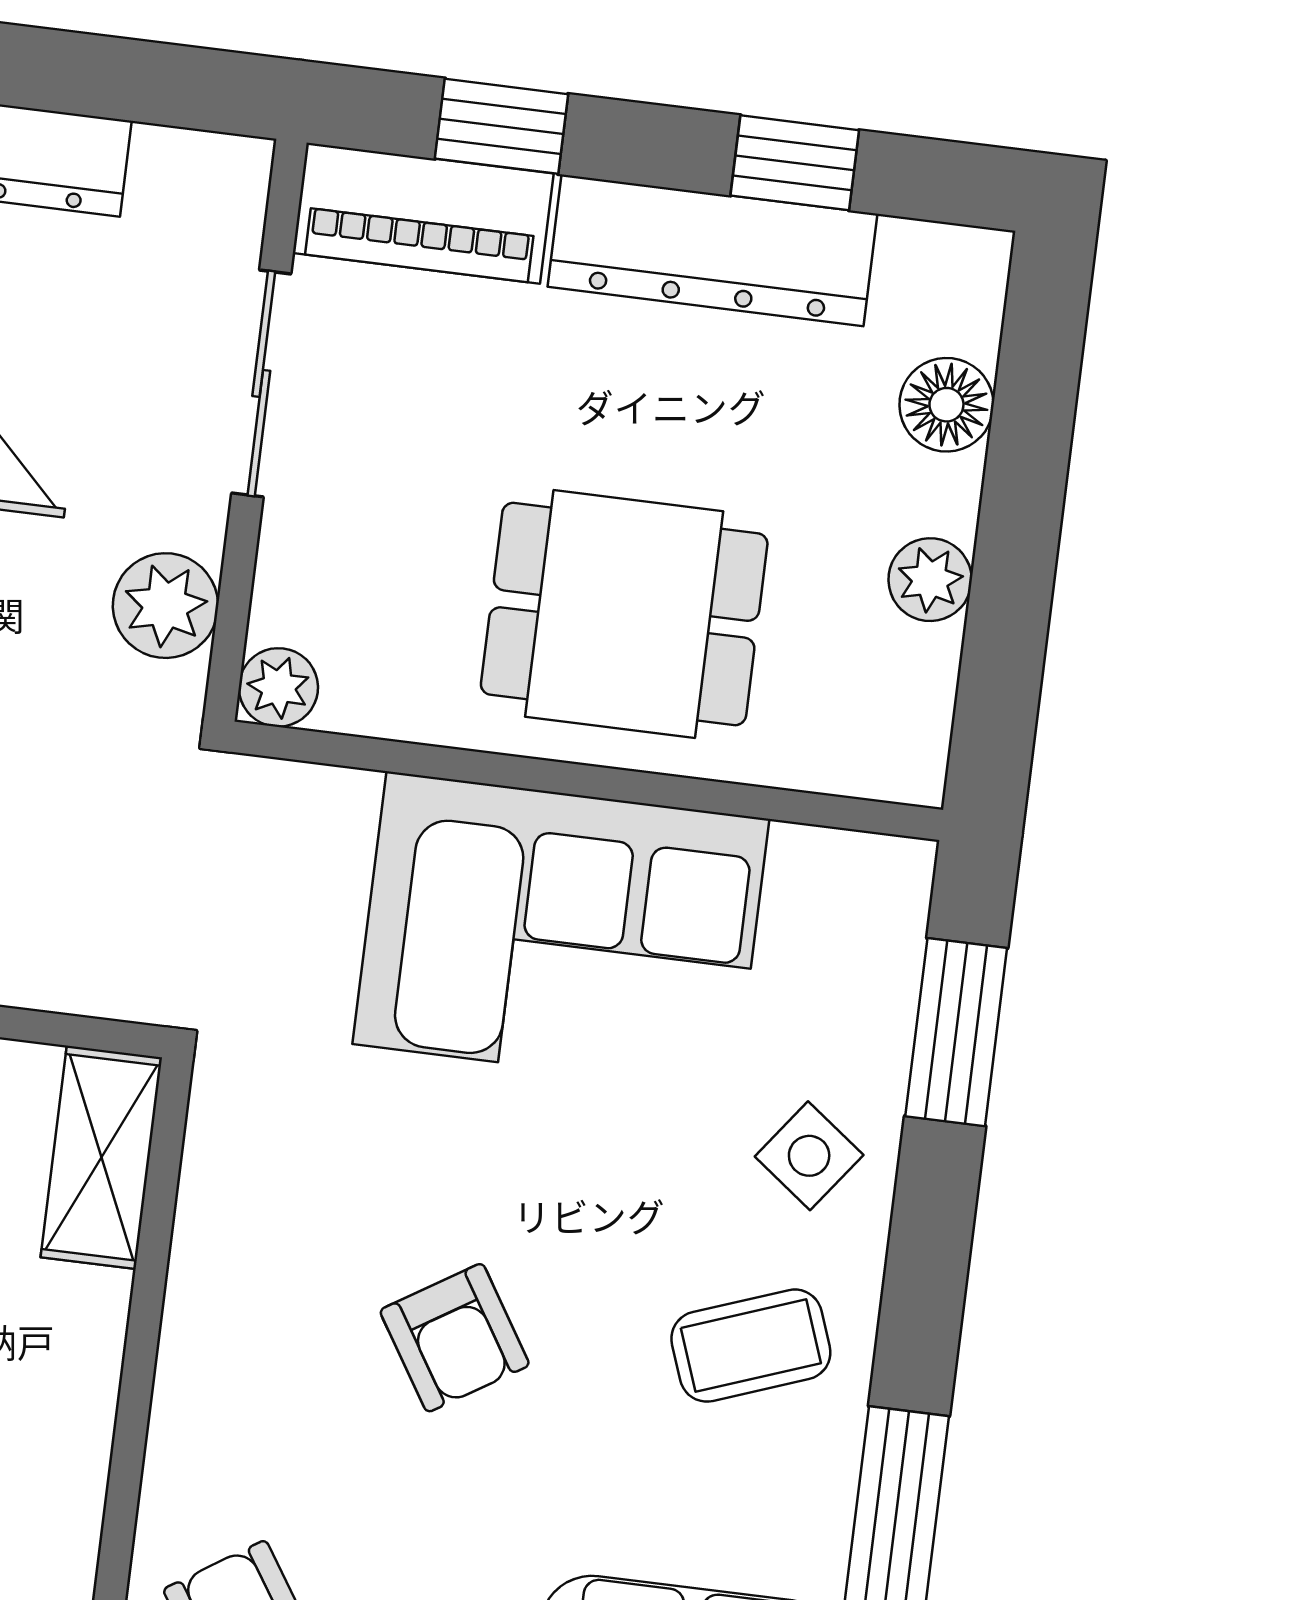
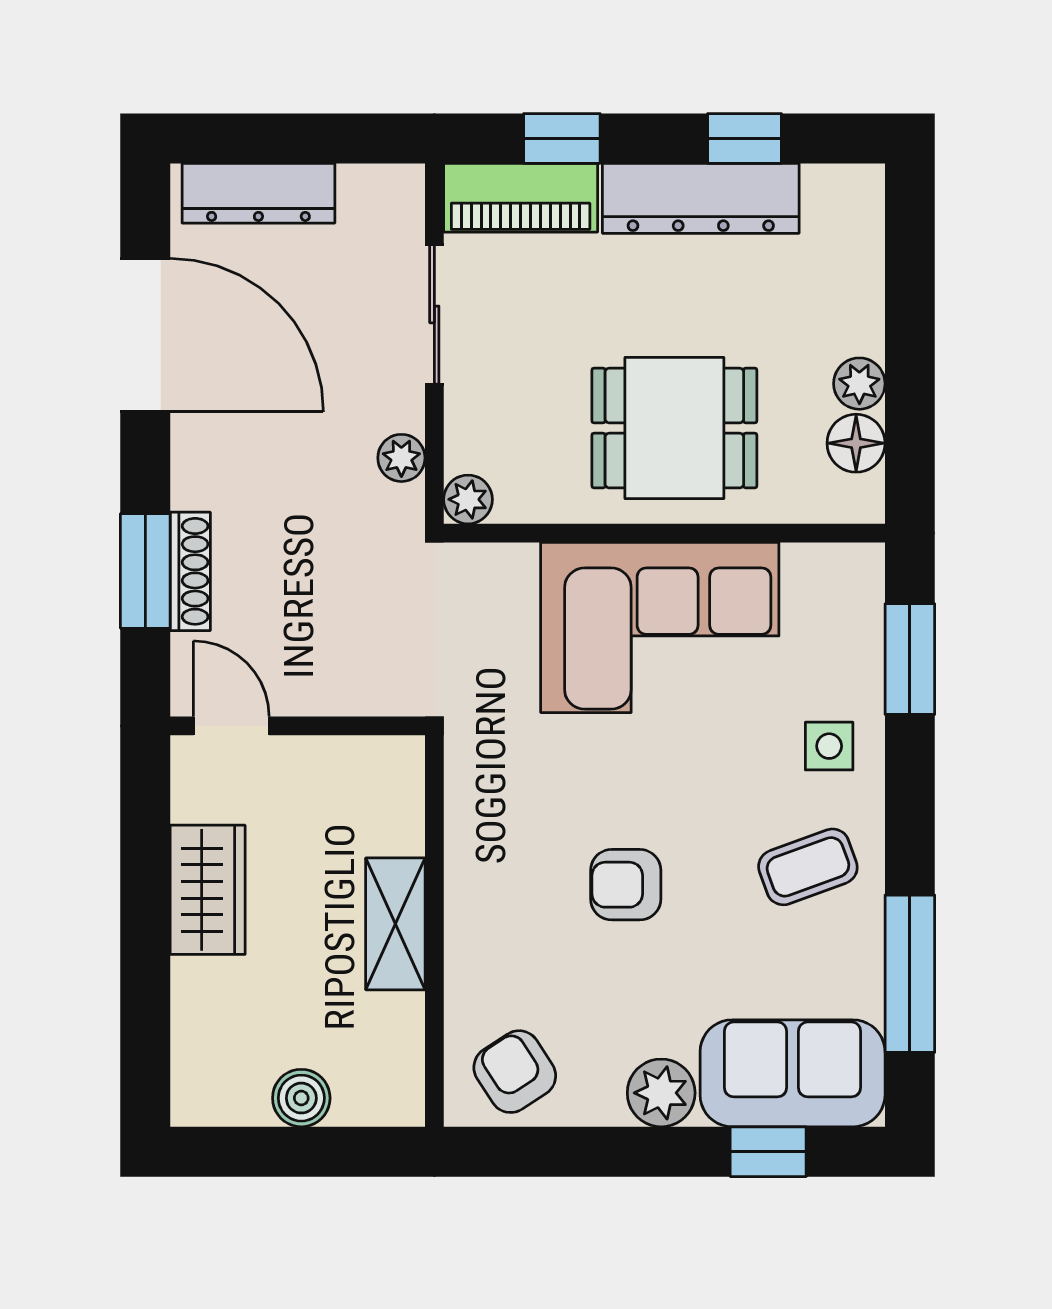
floor lamp: (946, 405) -> (856, 443), moved
plant: (165, 606) -> (401, 458), width x0.73, depth x0.73
side table: (809, 1156) -> (829, 746), turned -37
shelving: (101, 1157) -> (395, 924), moved
armchair: (455, 1338) -> (626, 885), turned 122

